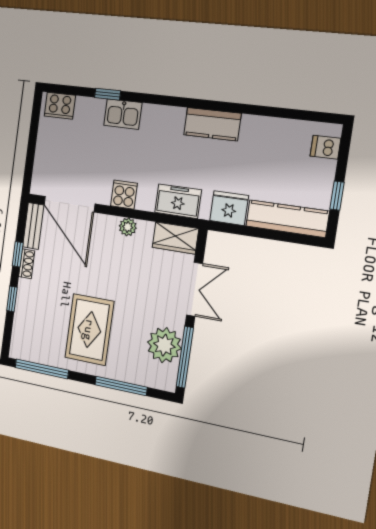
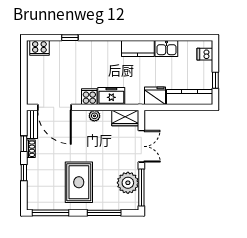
kitchen sink: (123, 114) -> (166, 49), moved
freezer: (178, 201) -> (111, 96), moved

